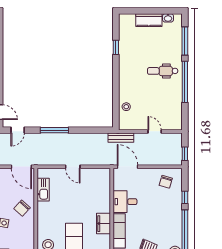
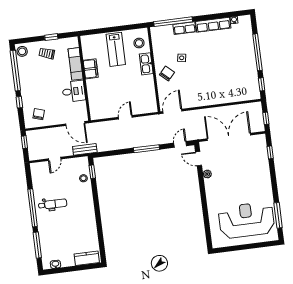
kitchen counter: (149, 20) -> (87, 258), moved
window: (116, 47) -> (92, 172), moved
dental chair: (163, 71) -> (53, 204), moved
door: (155, 131) -> (55, 159), hinge flipped
door: (21, 167) -> (172, 111), hinge flipped
door: (73, 167) -> (125, 117), hinge flipped
kitchen sink: (43, 190) -> (146, 64), moved

